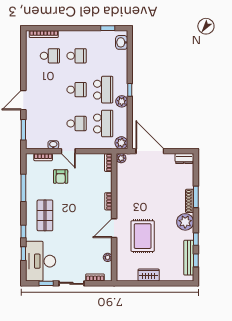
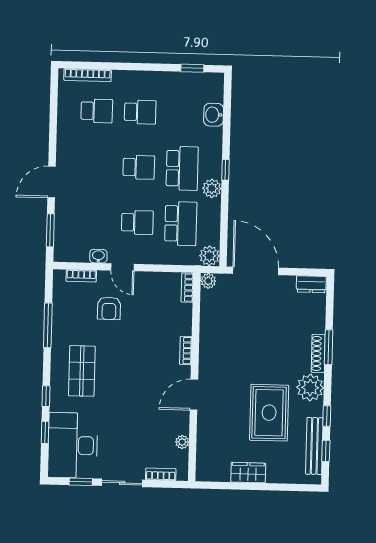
washbasin: (122, 42) -> (214, 115), moved
rug: (143, 236) -> (269, 413), moved

